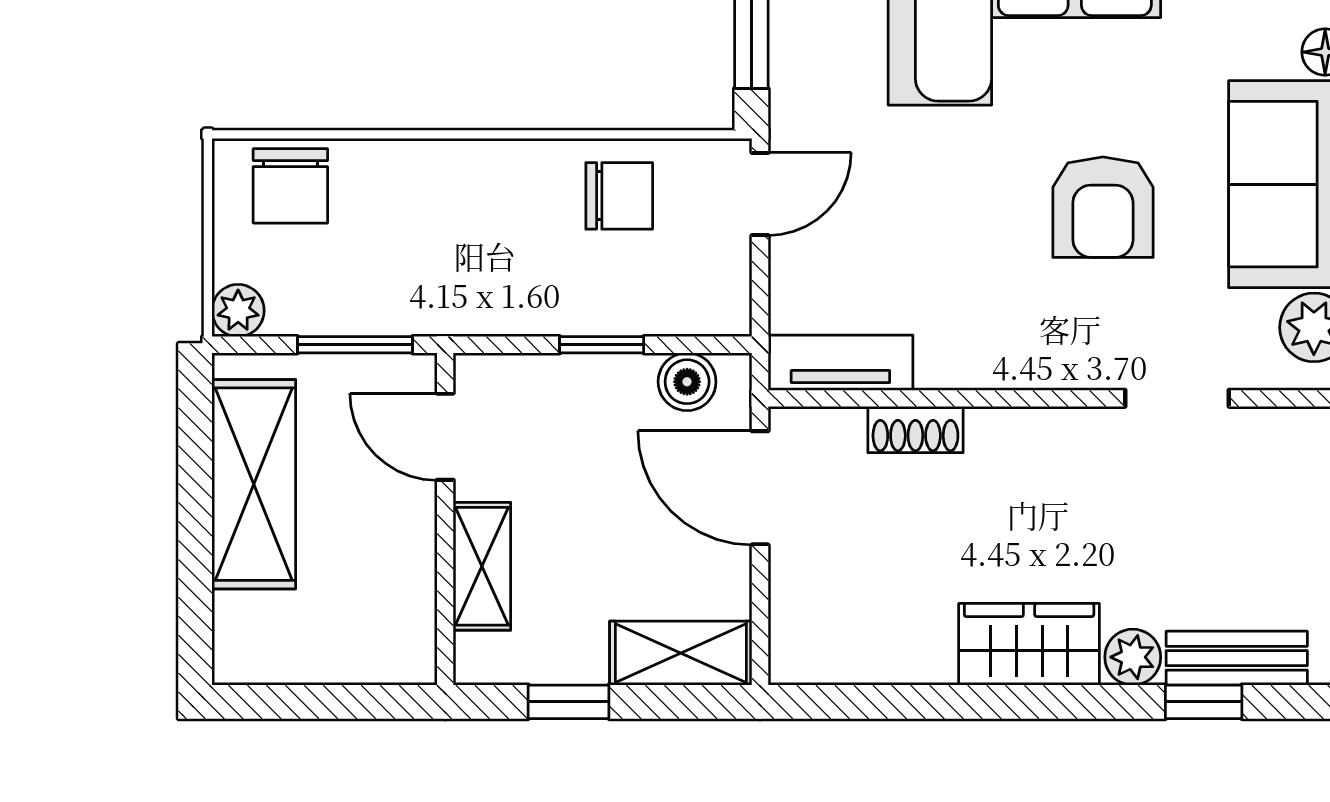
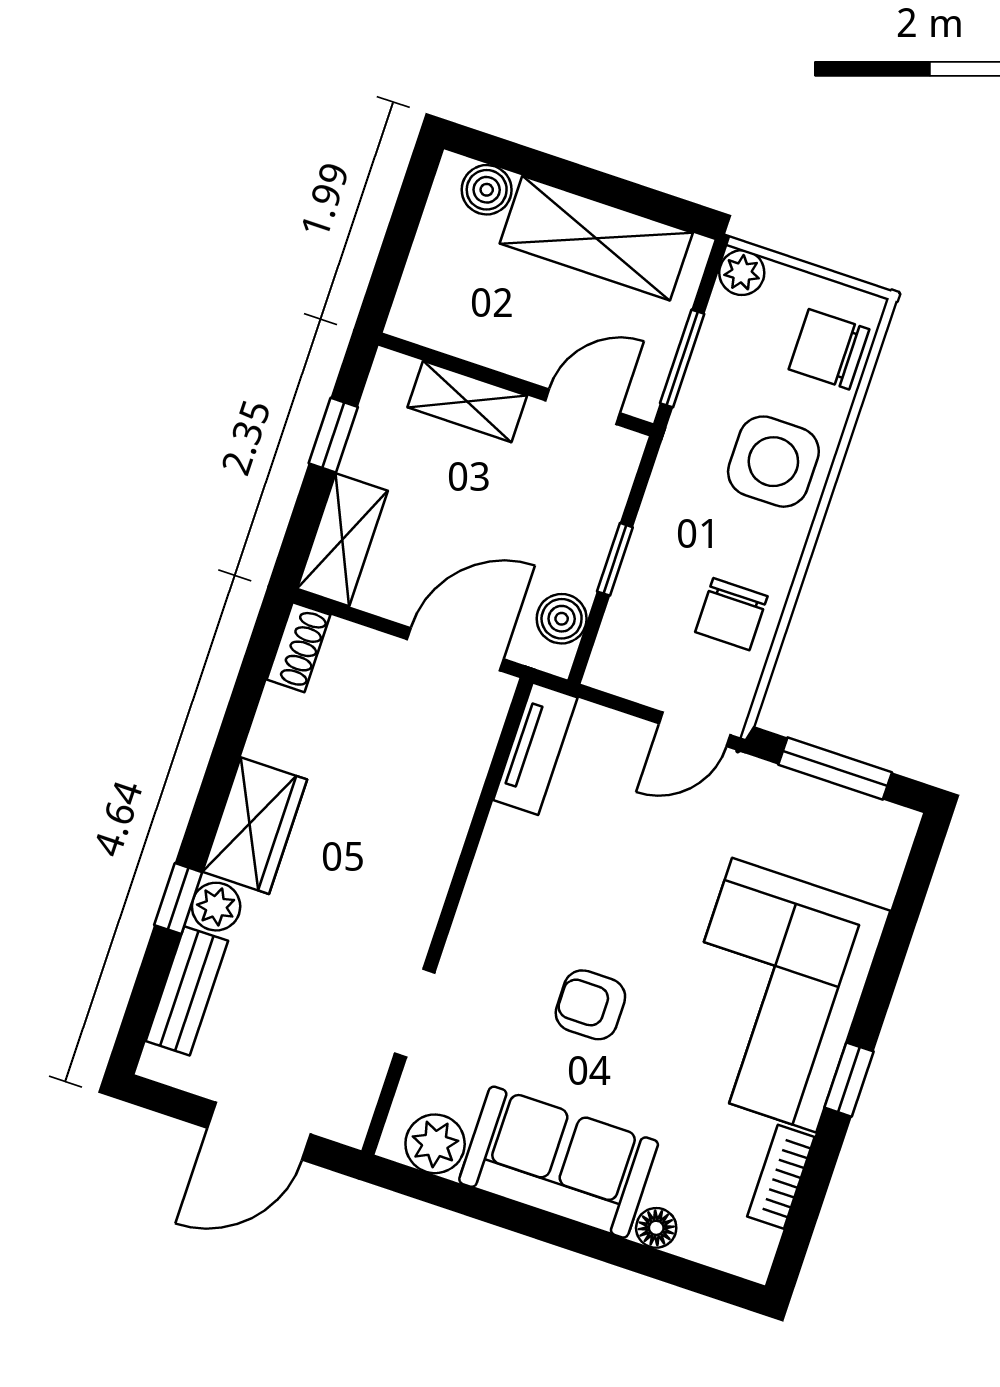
door: (760, 194) -> (695, 729), hinge flipped
side table: (435, 206) -> (773, 462), added
armchair: (1103, 207) -> (590, 1005), width x0.72, depth x0.72
shoe rack: (915, 430) -> (298, 647), moved, turned 180
boiler: (241, 623) -> (487, 190), added
window: (1204, 702) -> (178, 899), moved

